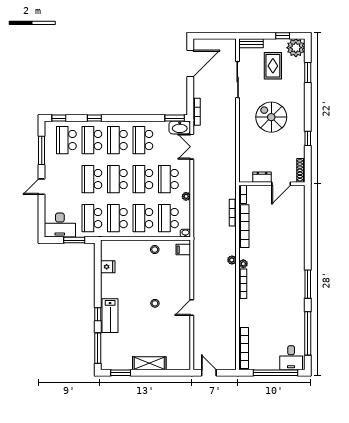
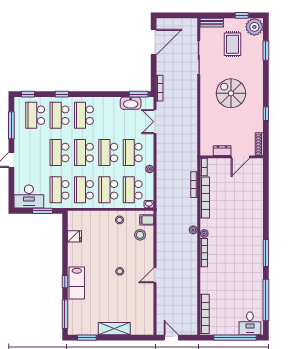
washbasin: (180, 127) -> (131, 103), moved
school desk: (143, 140) -> (108, 115), removed
stool: (176, 265) -> (140, 235), added

